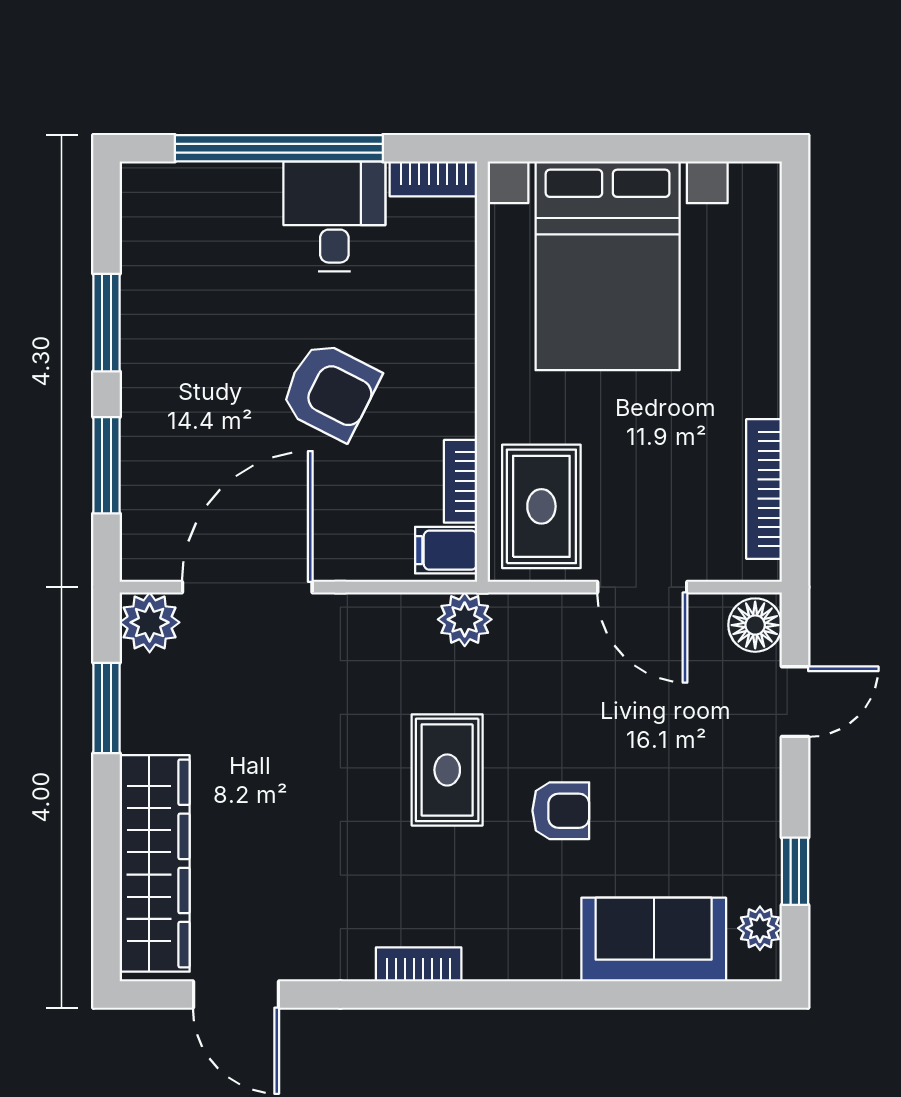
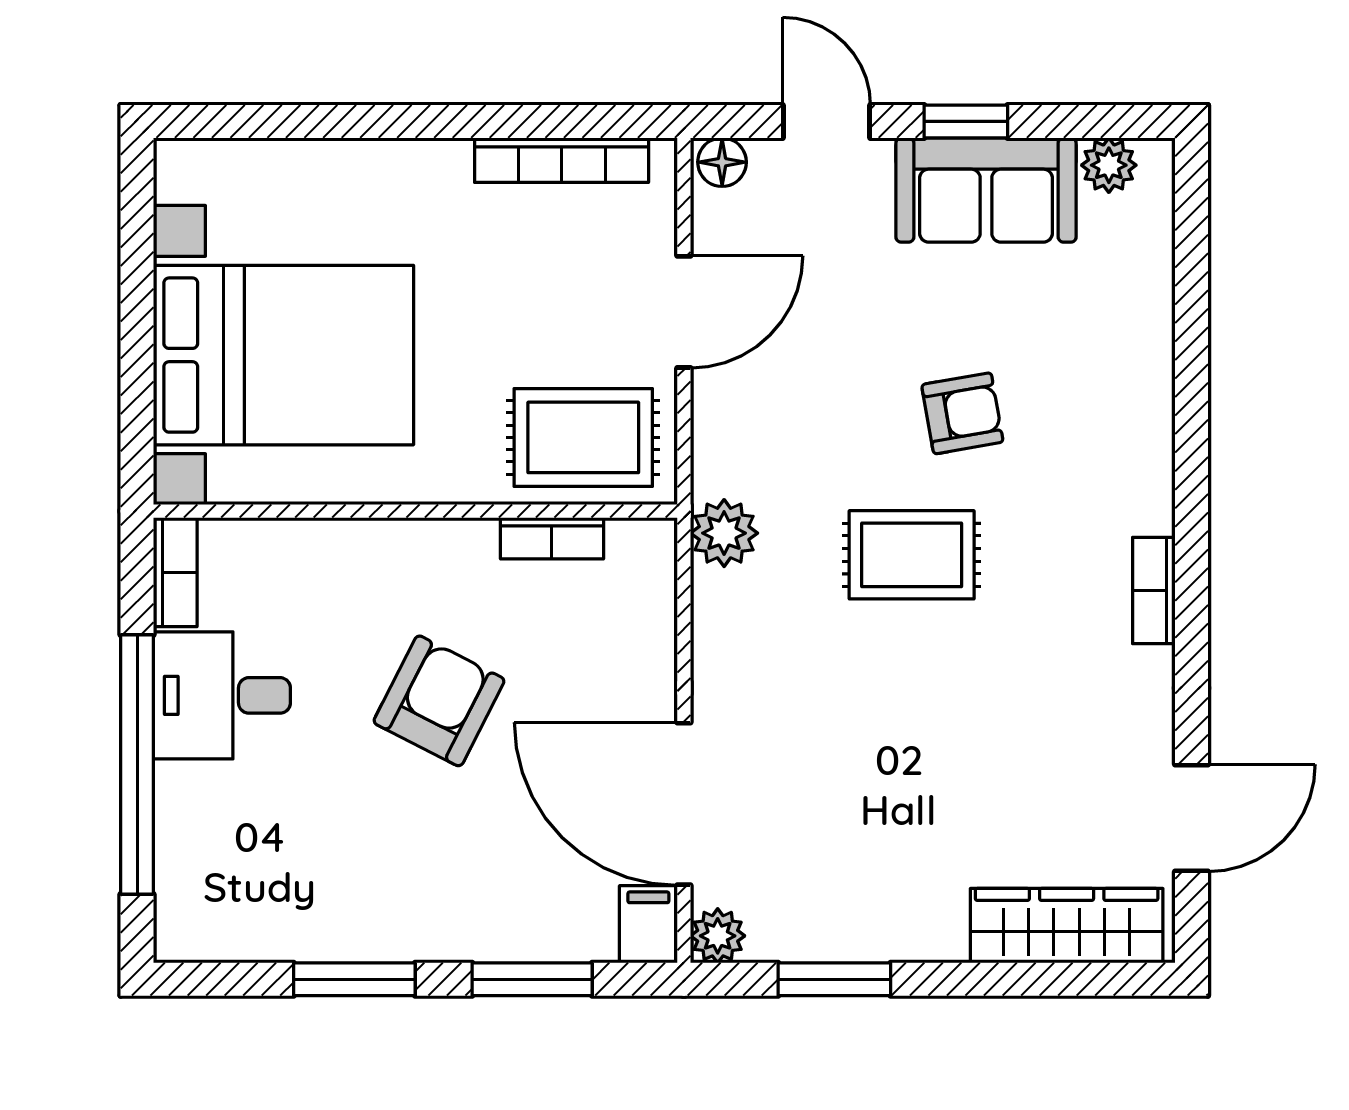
filing cabinet: (446, 550) -> (648, 924), moved, turned 180
plant: (150, 622) -> (718, 936), width x0.73, depth x0.73
floor lamp: (755, 625) -> (722, 162), width x0.73, depth x0.73
armchair: (561, 811) -> (962, 413), turned 80
wardrobe: (155, 863) -> (1067, 926), width x0.71, depth x0.85
window: (795, 871) -> (966, 121), moved
sofa: (654, 940) -> (986, 190), moved, turned -90

